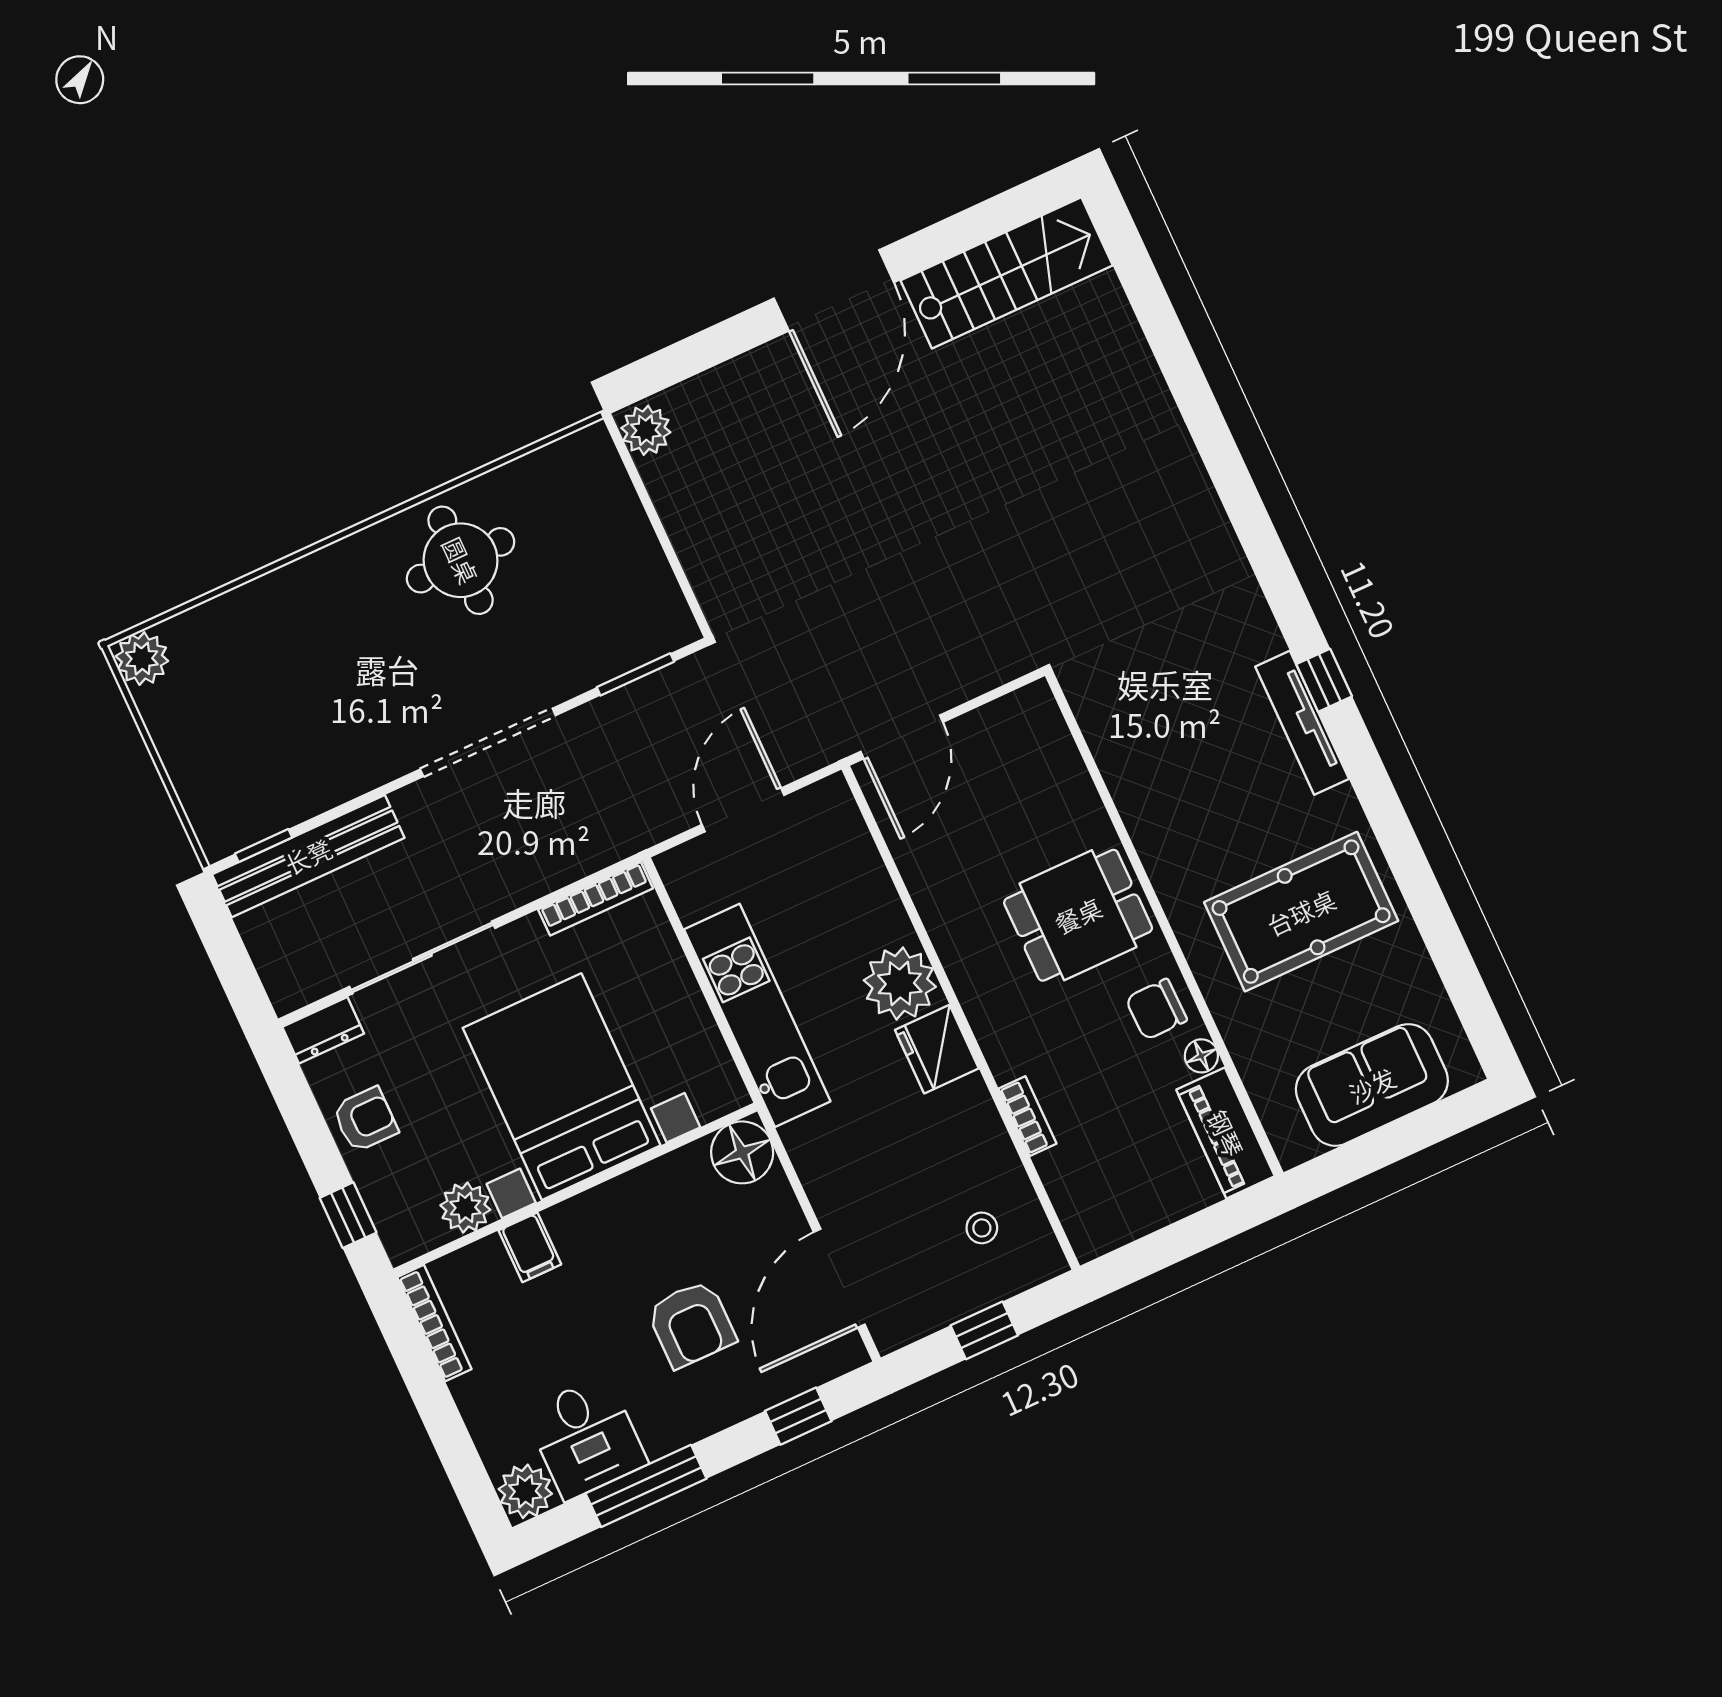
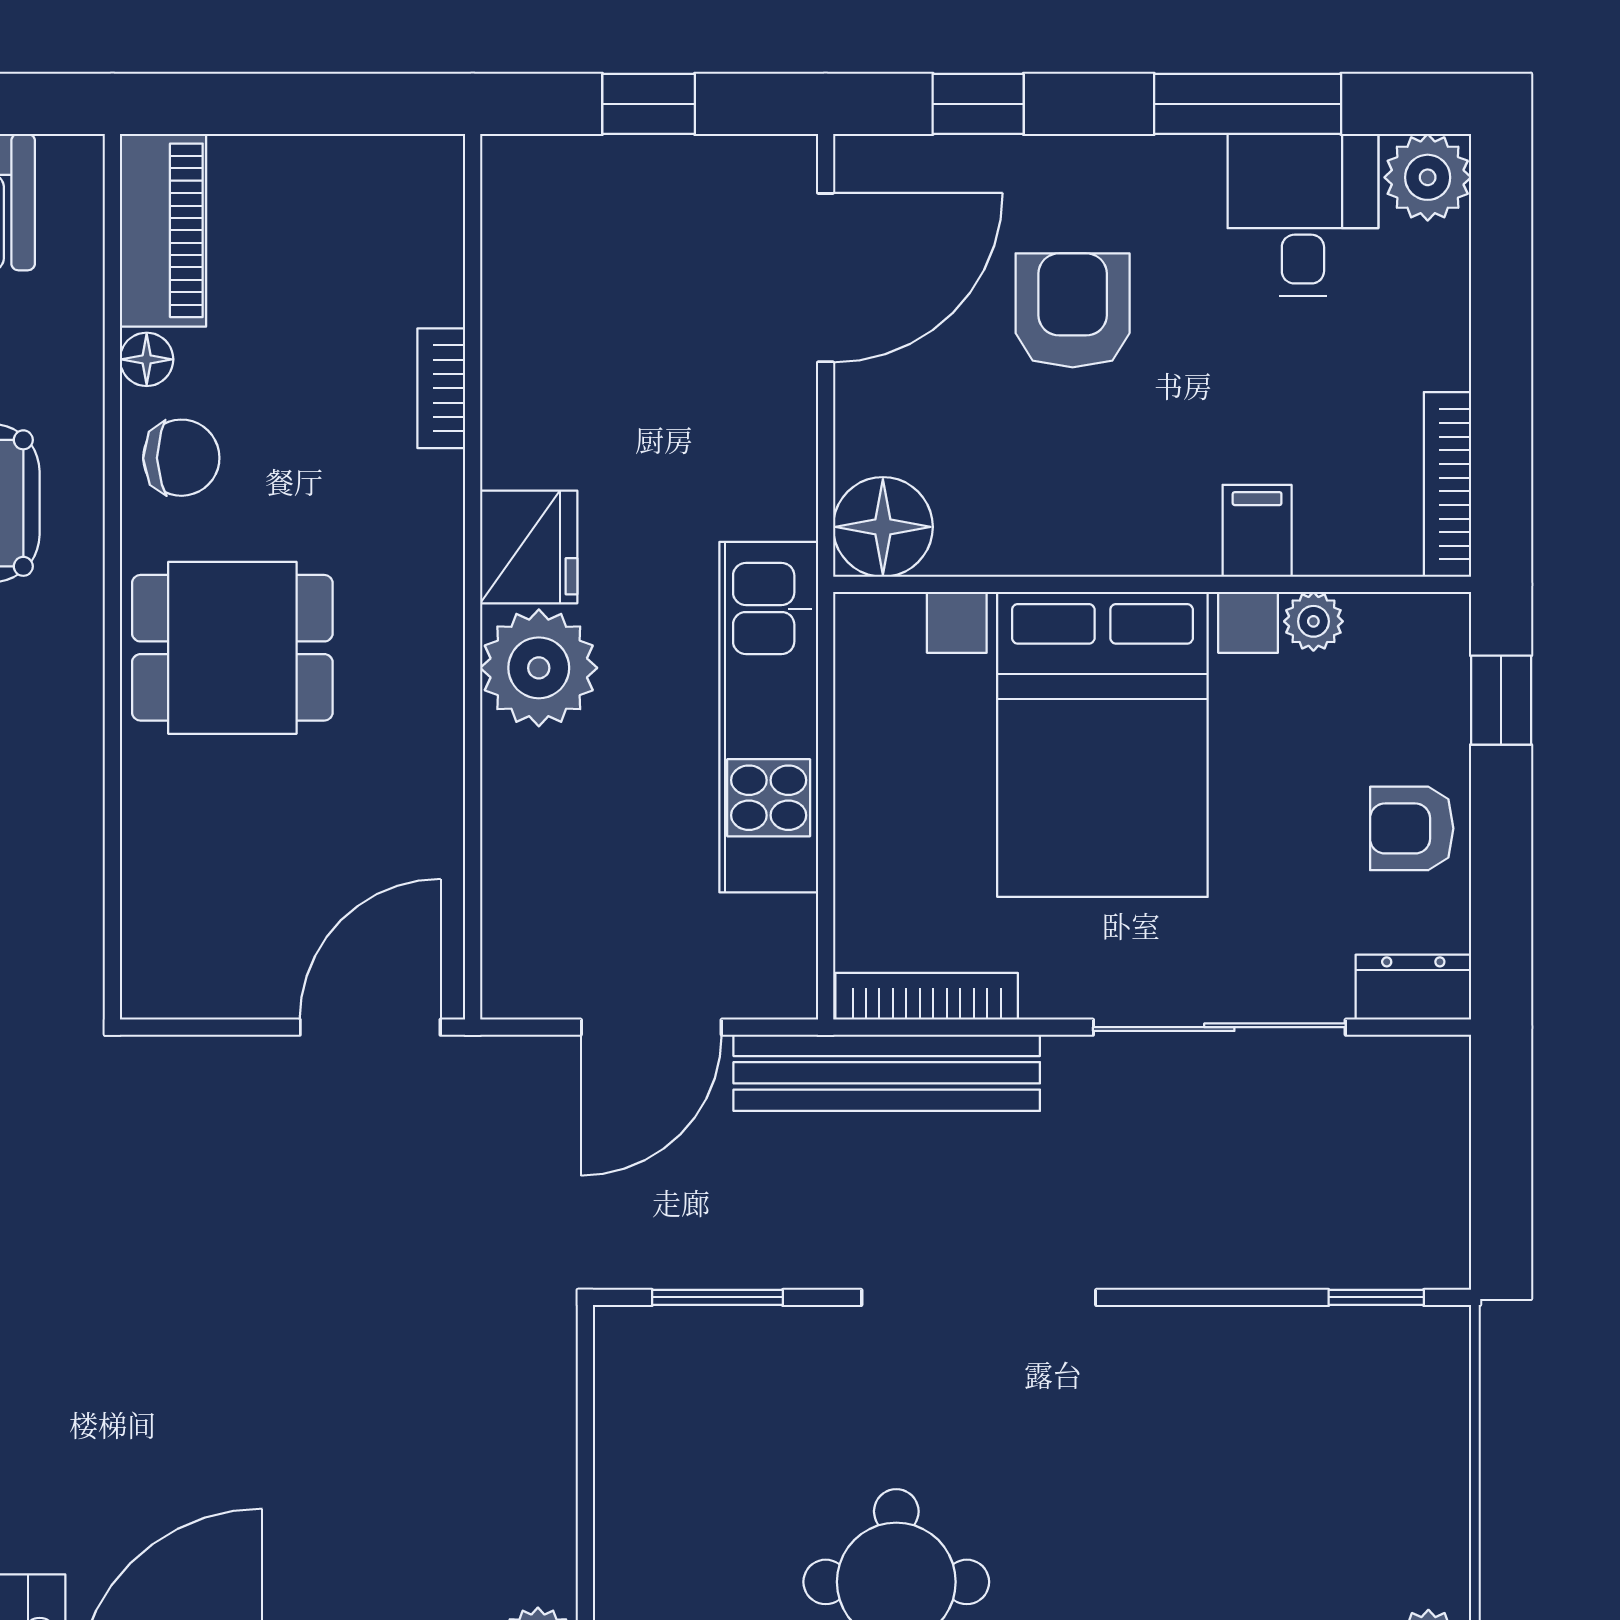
bench: (308, 856) -> (887, 1073), moved
plant: (465, 1208) -> (1313, 621), width x0.73, depth x0.73
stool: (982, 1228) -> (583, 255), removed

